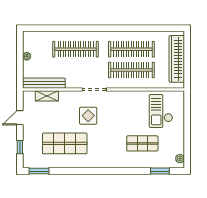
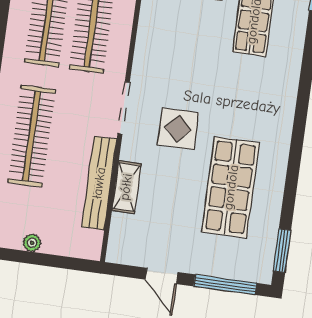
bench: (44, 83) -> (99, 183), moved
shelving: (47, 96) -> (126, 187), moved
window: (20, 147) -> (225, 285), width x2.17

